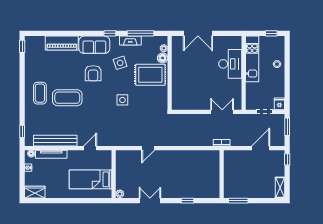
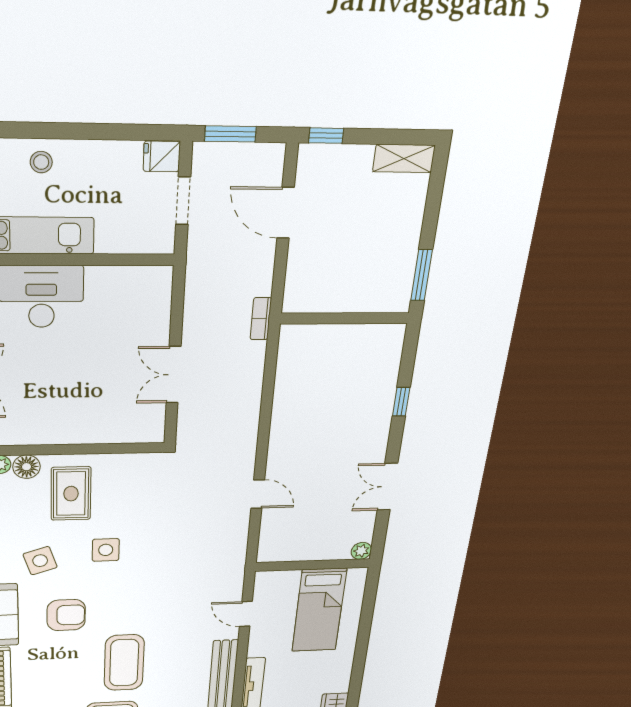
rug: (150, 75) -> (71, 494), width x0.73, depth x0.70
side table: (122, 100) -> (106, 550), moved
double door: (222, 112) -> (174, 375), moved

